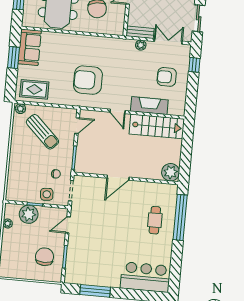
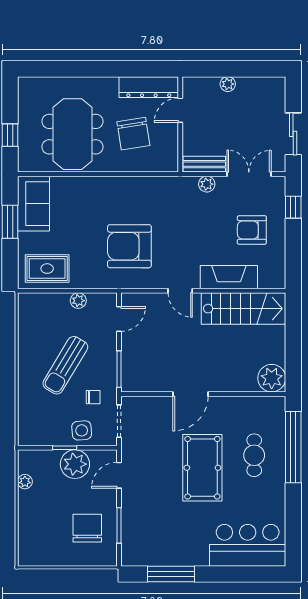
plant: (20, 109) -> (78, 301), moved
sun lounger: (42, 132) -> (65, 365), moved, turned 77
plant: (29, 214) -> (75, 464), moved
pool table: (121, 225) -> (202, 468), added

